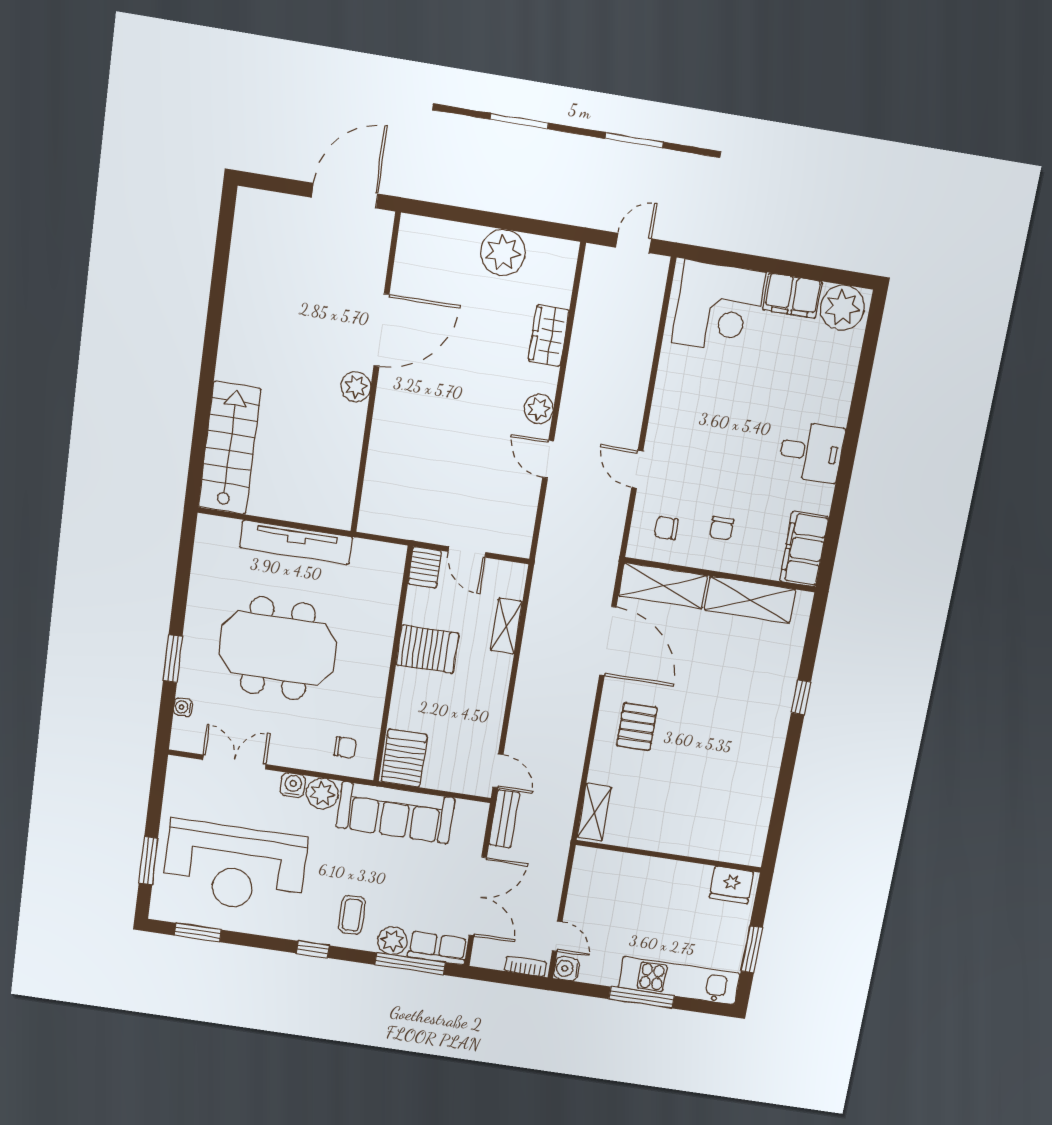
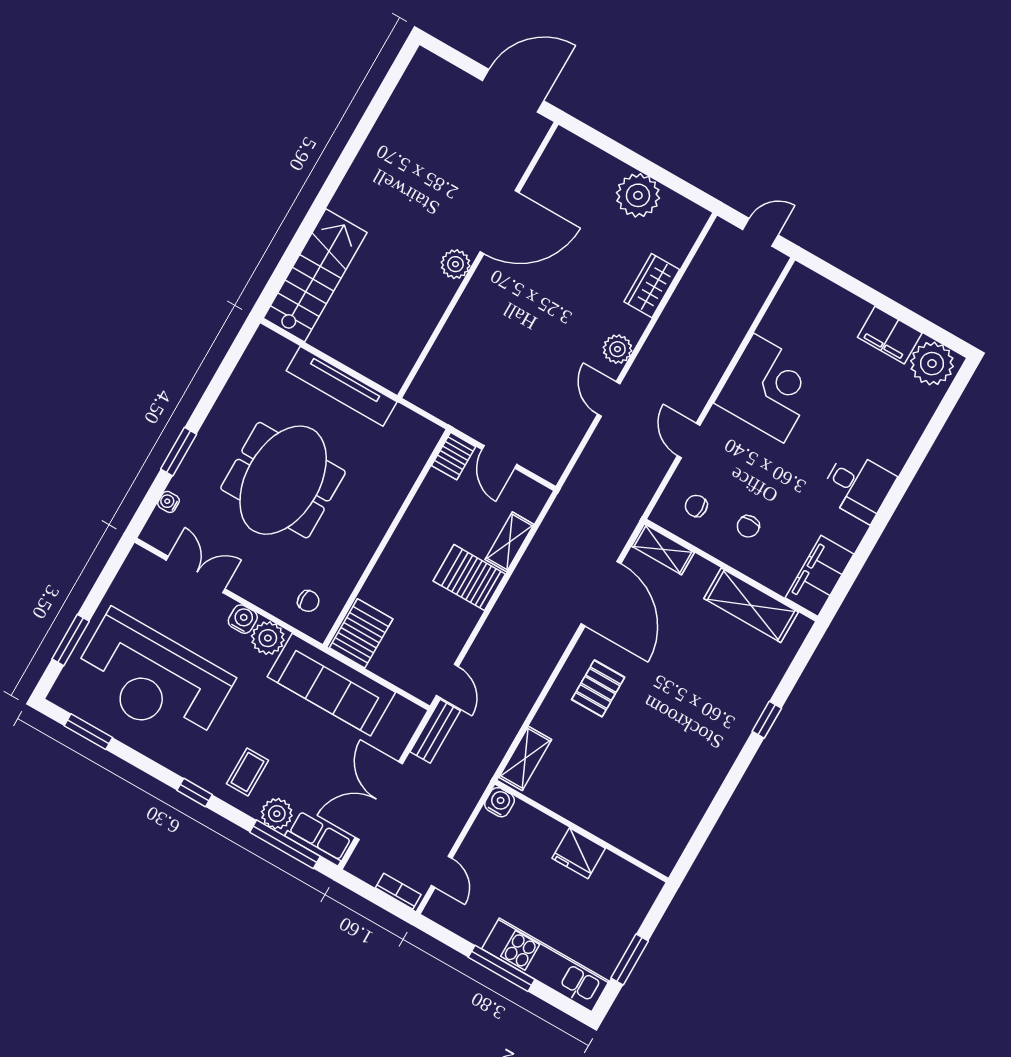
corner desk: (719, 307) -> (769, 388), moved, turned -90
shelving: (663, 586) -> (663, 549), width x0.67, depth x0.75
meeting table: (278, 648) -> (283, 480), turned 90
server rack: (427, 649) -> (469, 577), moved, turned 180
fridge: (732, 885) -> (579, 853), moved
double door: (478, 897) -> (379, 801), swing flipped
water cooler: (567, 969) -> (500, 802), moved, turned 90

